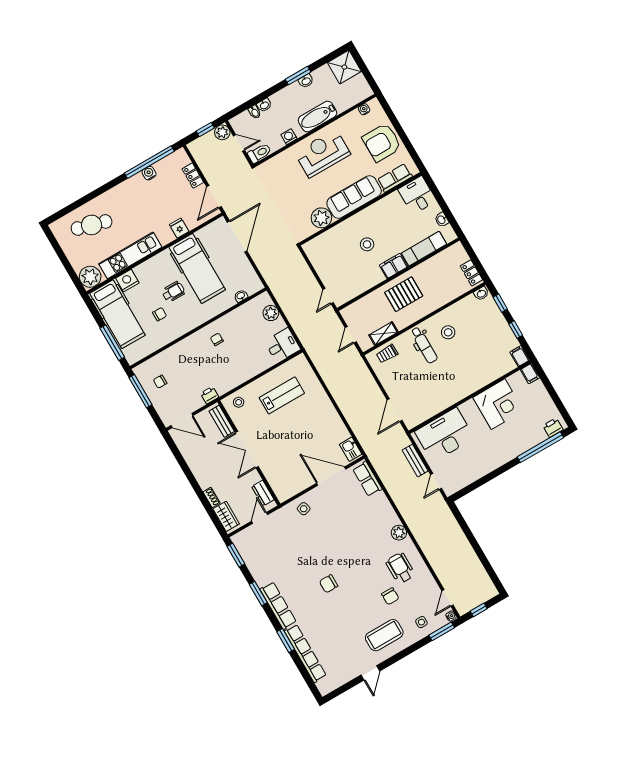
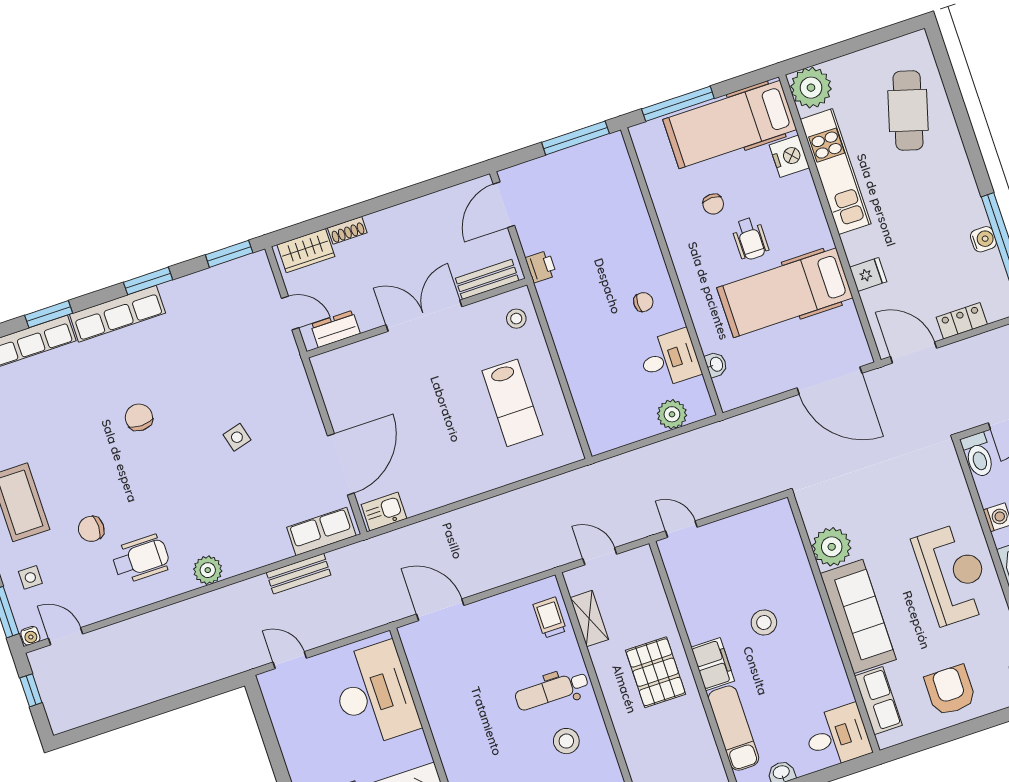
armchair: (382, 142) -> (950, 690), width x0.73, depth x0.73
desk: (282, 345) -> (669, 359), moved, turned -90
chair: (160, 382) -> (586, 179), removed
bench: (415, 461) -> (299, 574), moved
side table: (304, 509) -> (237, 437), moved

